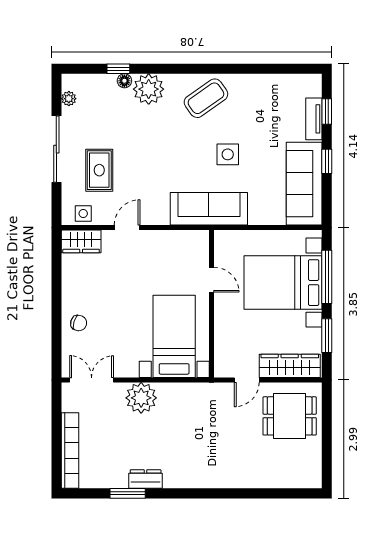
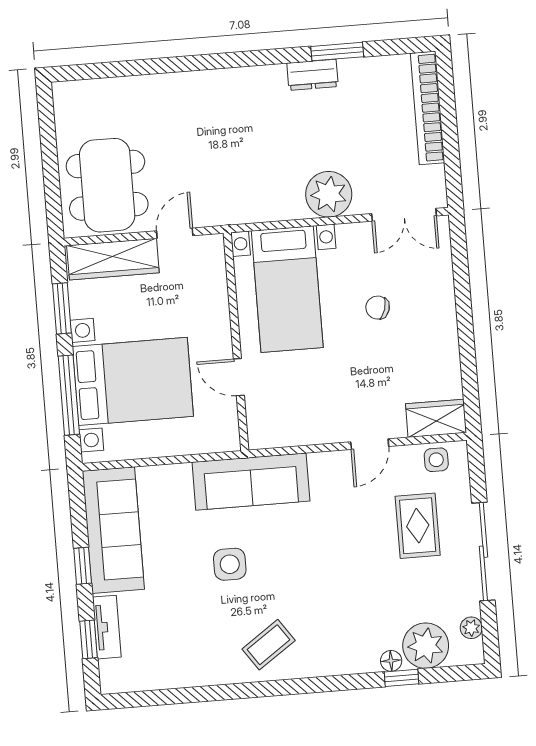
plant: (149, 89) -> (426, 646), moved
coffee table: (206, 98) -> (269, 645), width x0.73, depth x0.77
chair: (79, 323) -> (378, 308), moved
dining table: (290, 416) -> (107, 185), width x1.37

